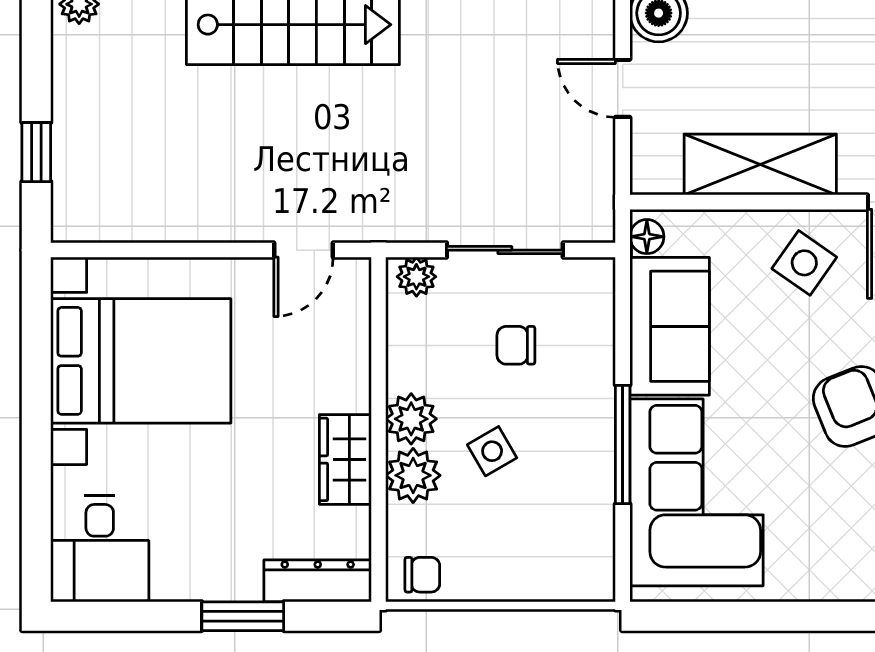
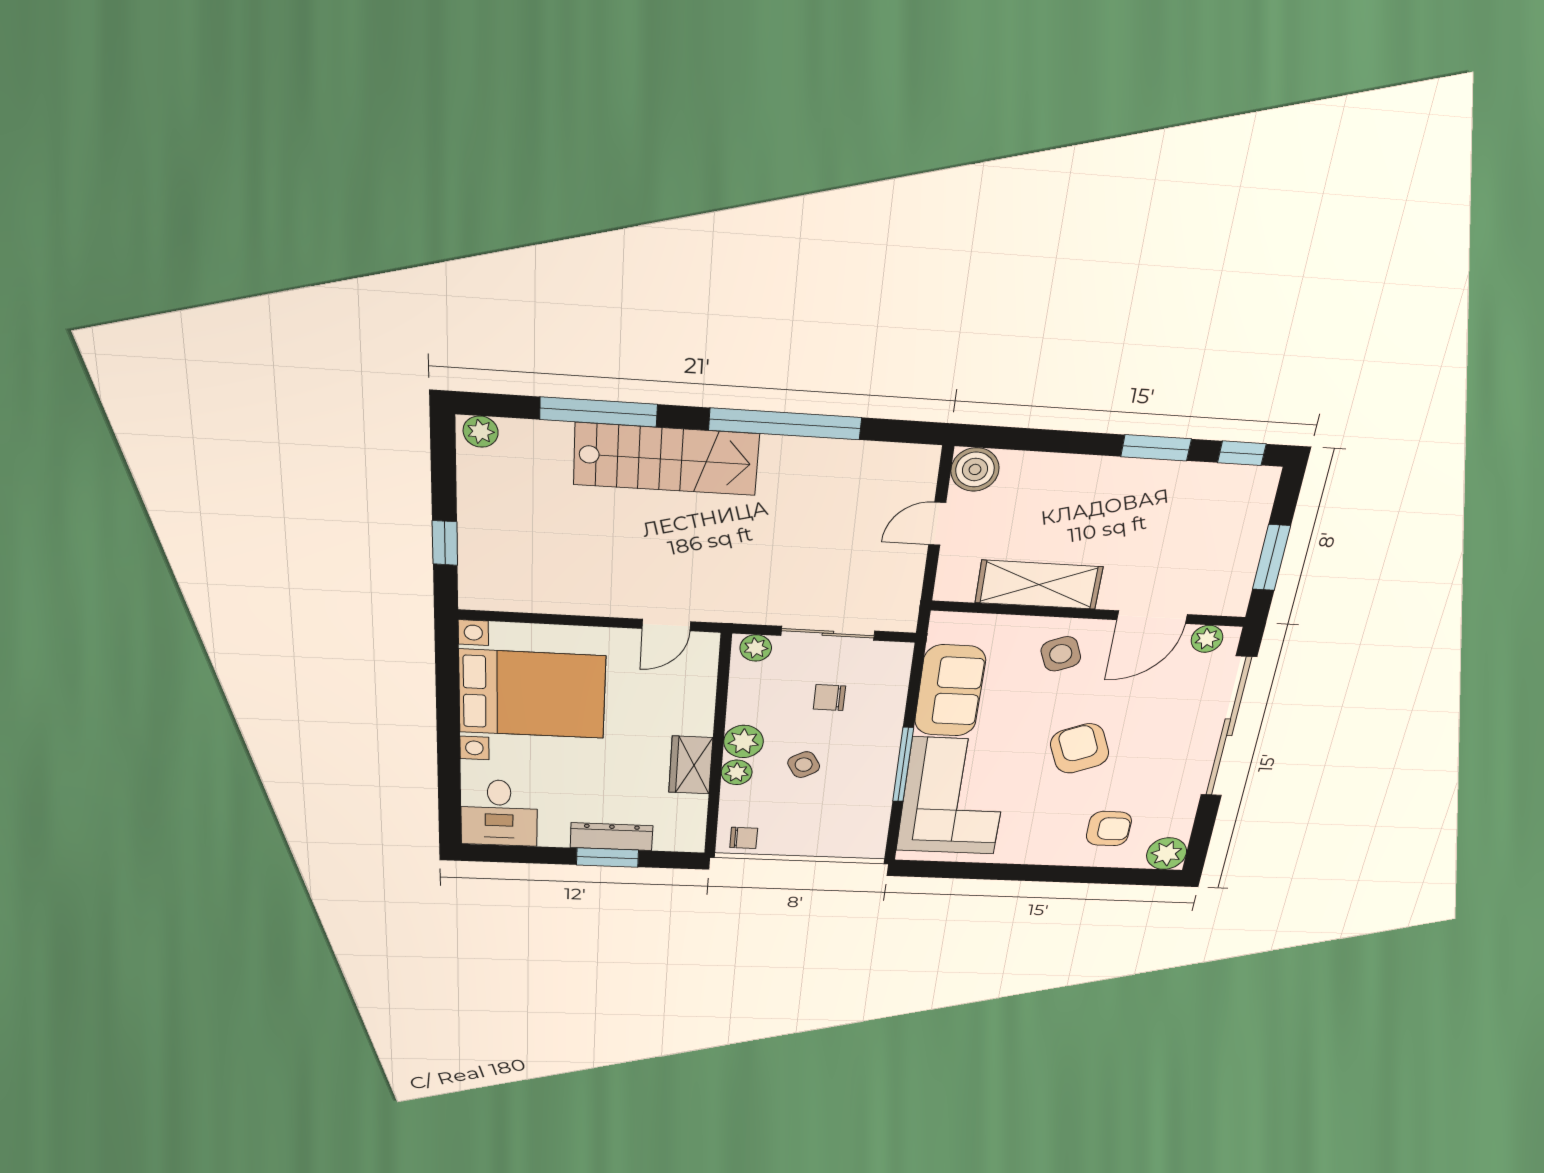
door: (623, 88) -> (937, 524), hinge flipped
floor lamp: (647, 237) -> (941, 630), removed
side table: (804, 263) -> (1061, 654), turned 33
plant: (413, 475) -> (737, 772), width x0.73, depth x0.73
dresser: (318, 581) -> (612, 837), moved

